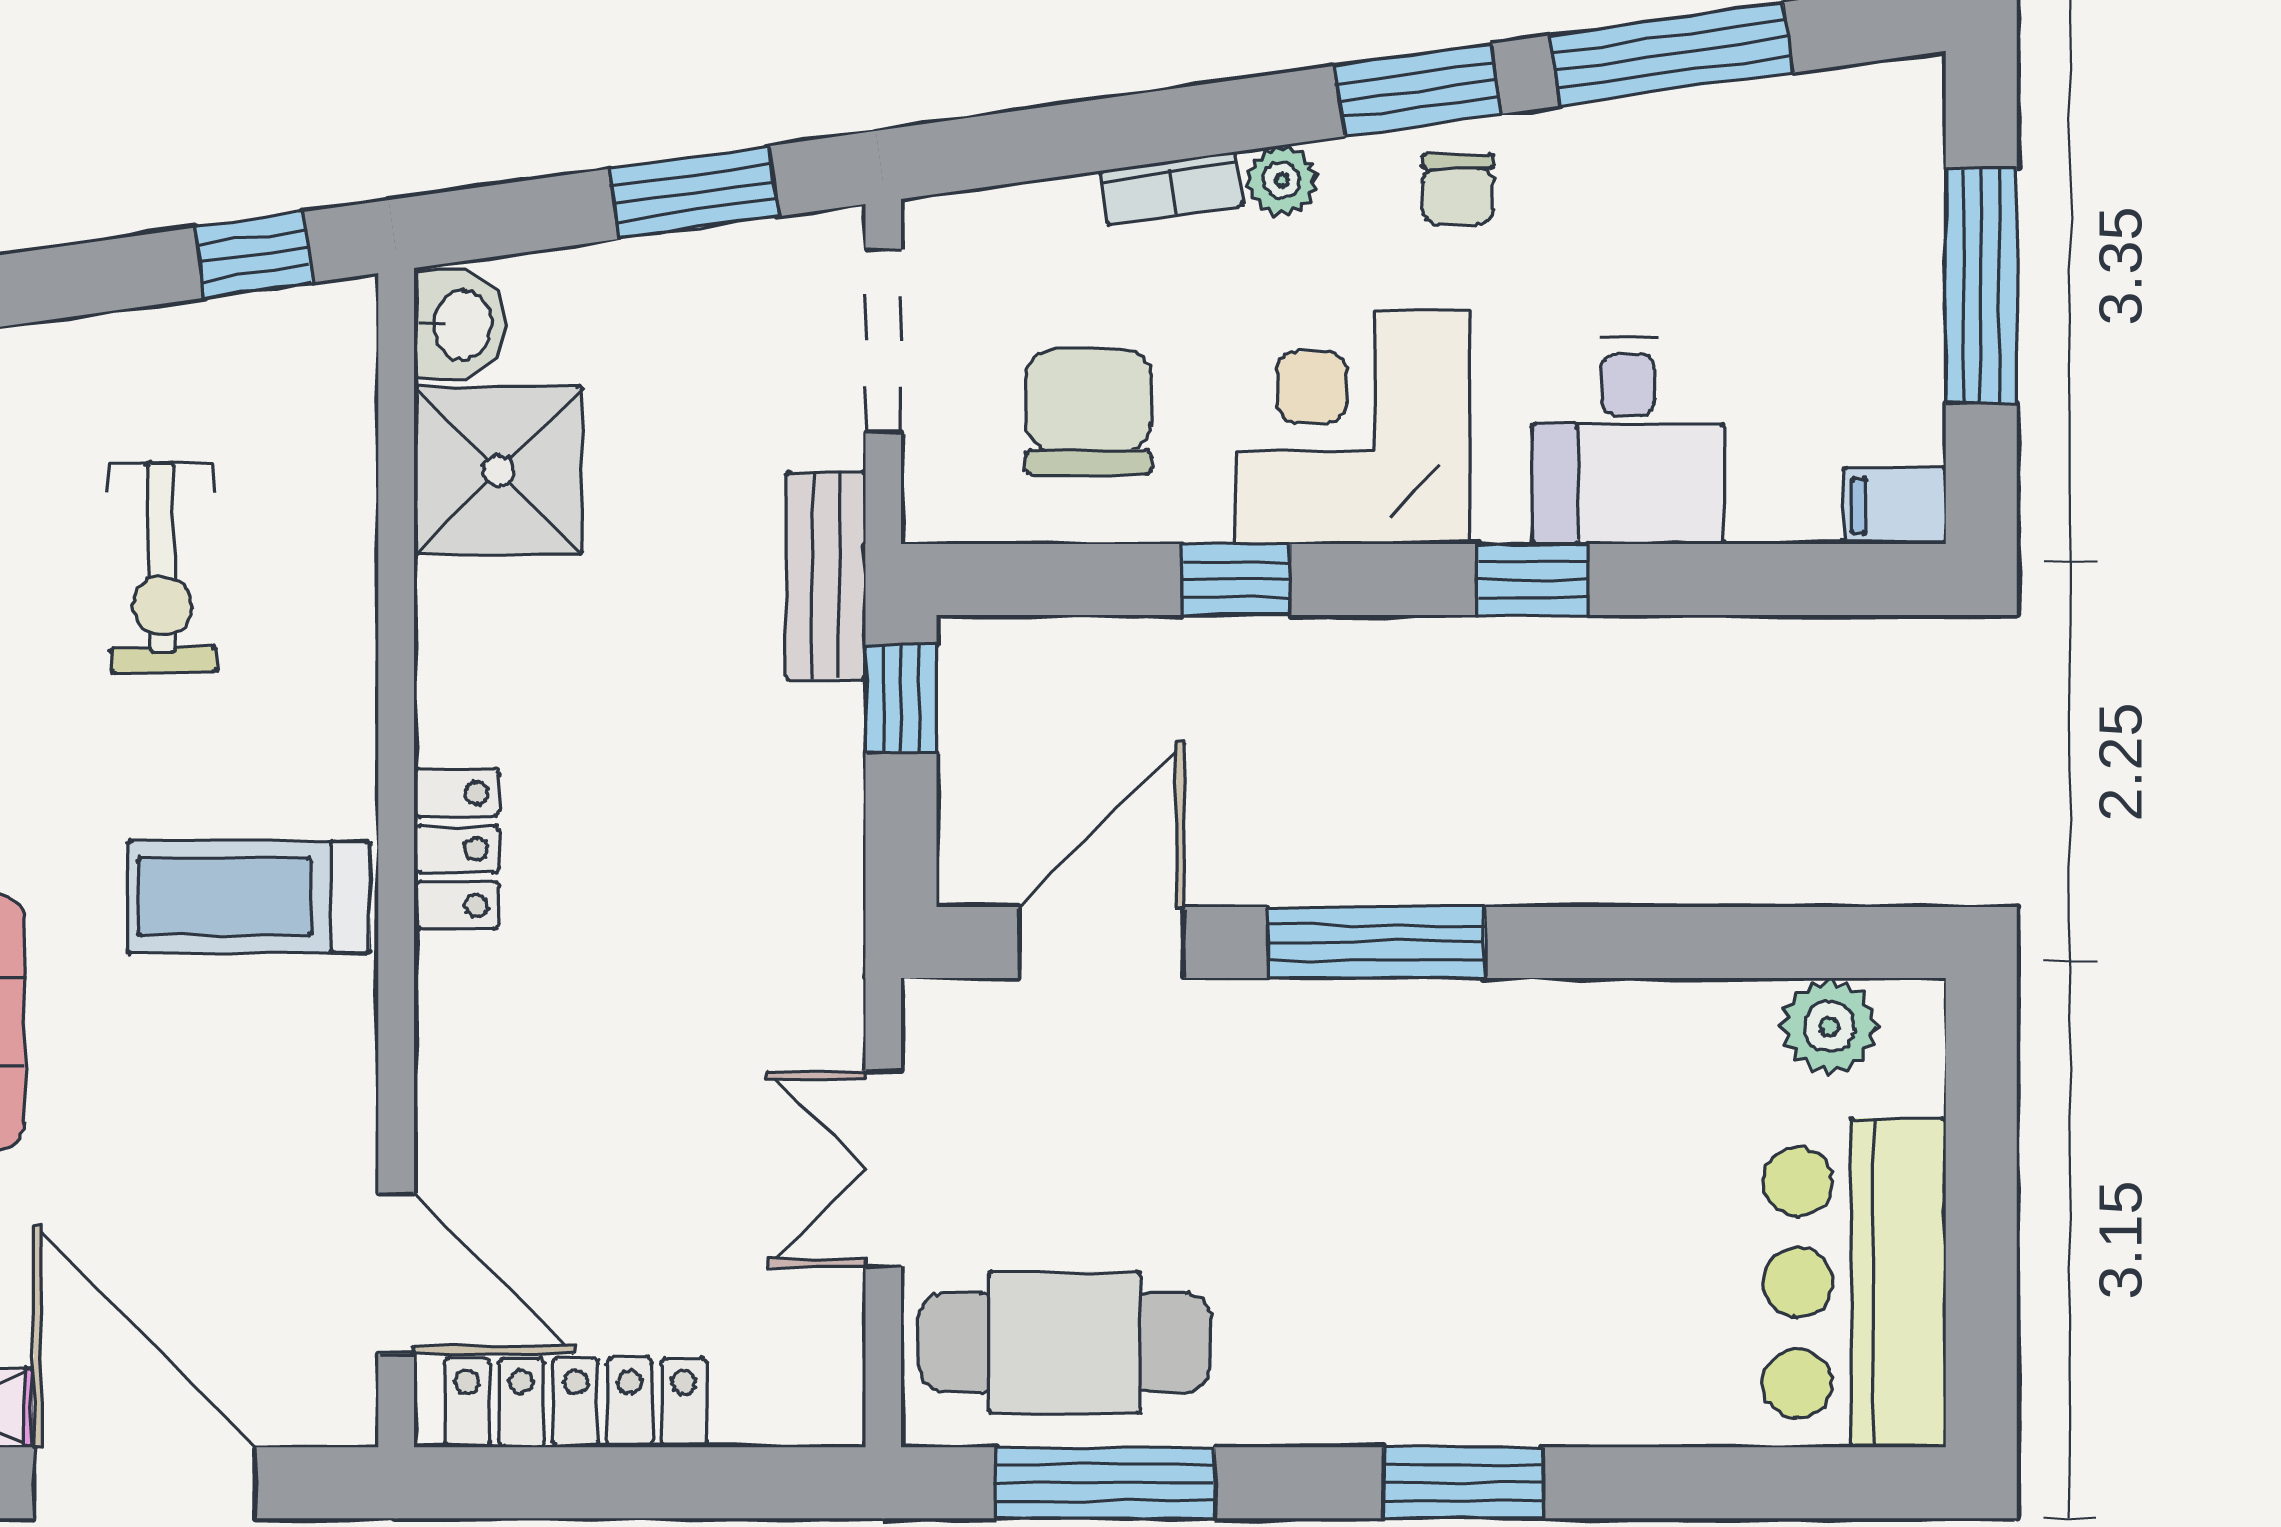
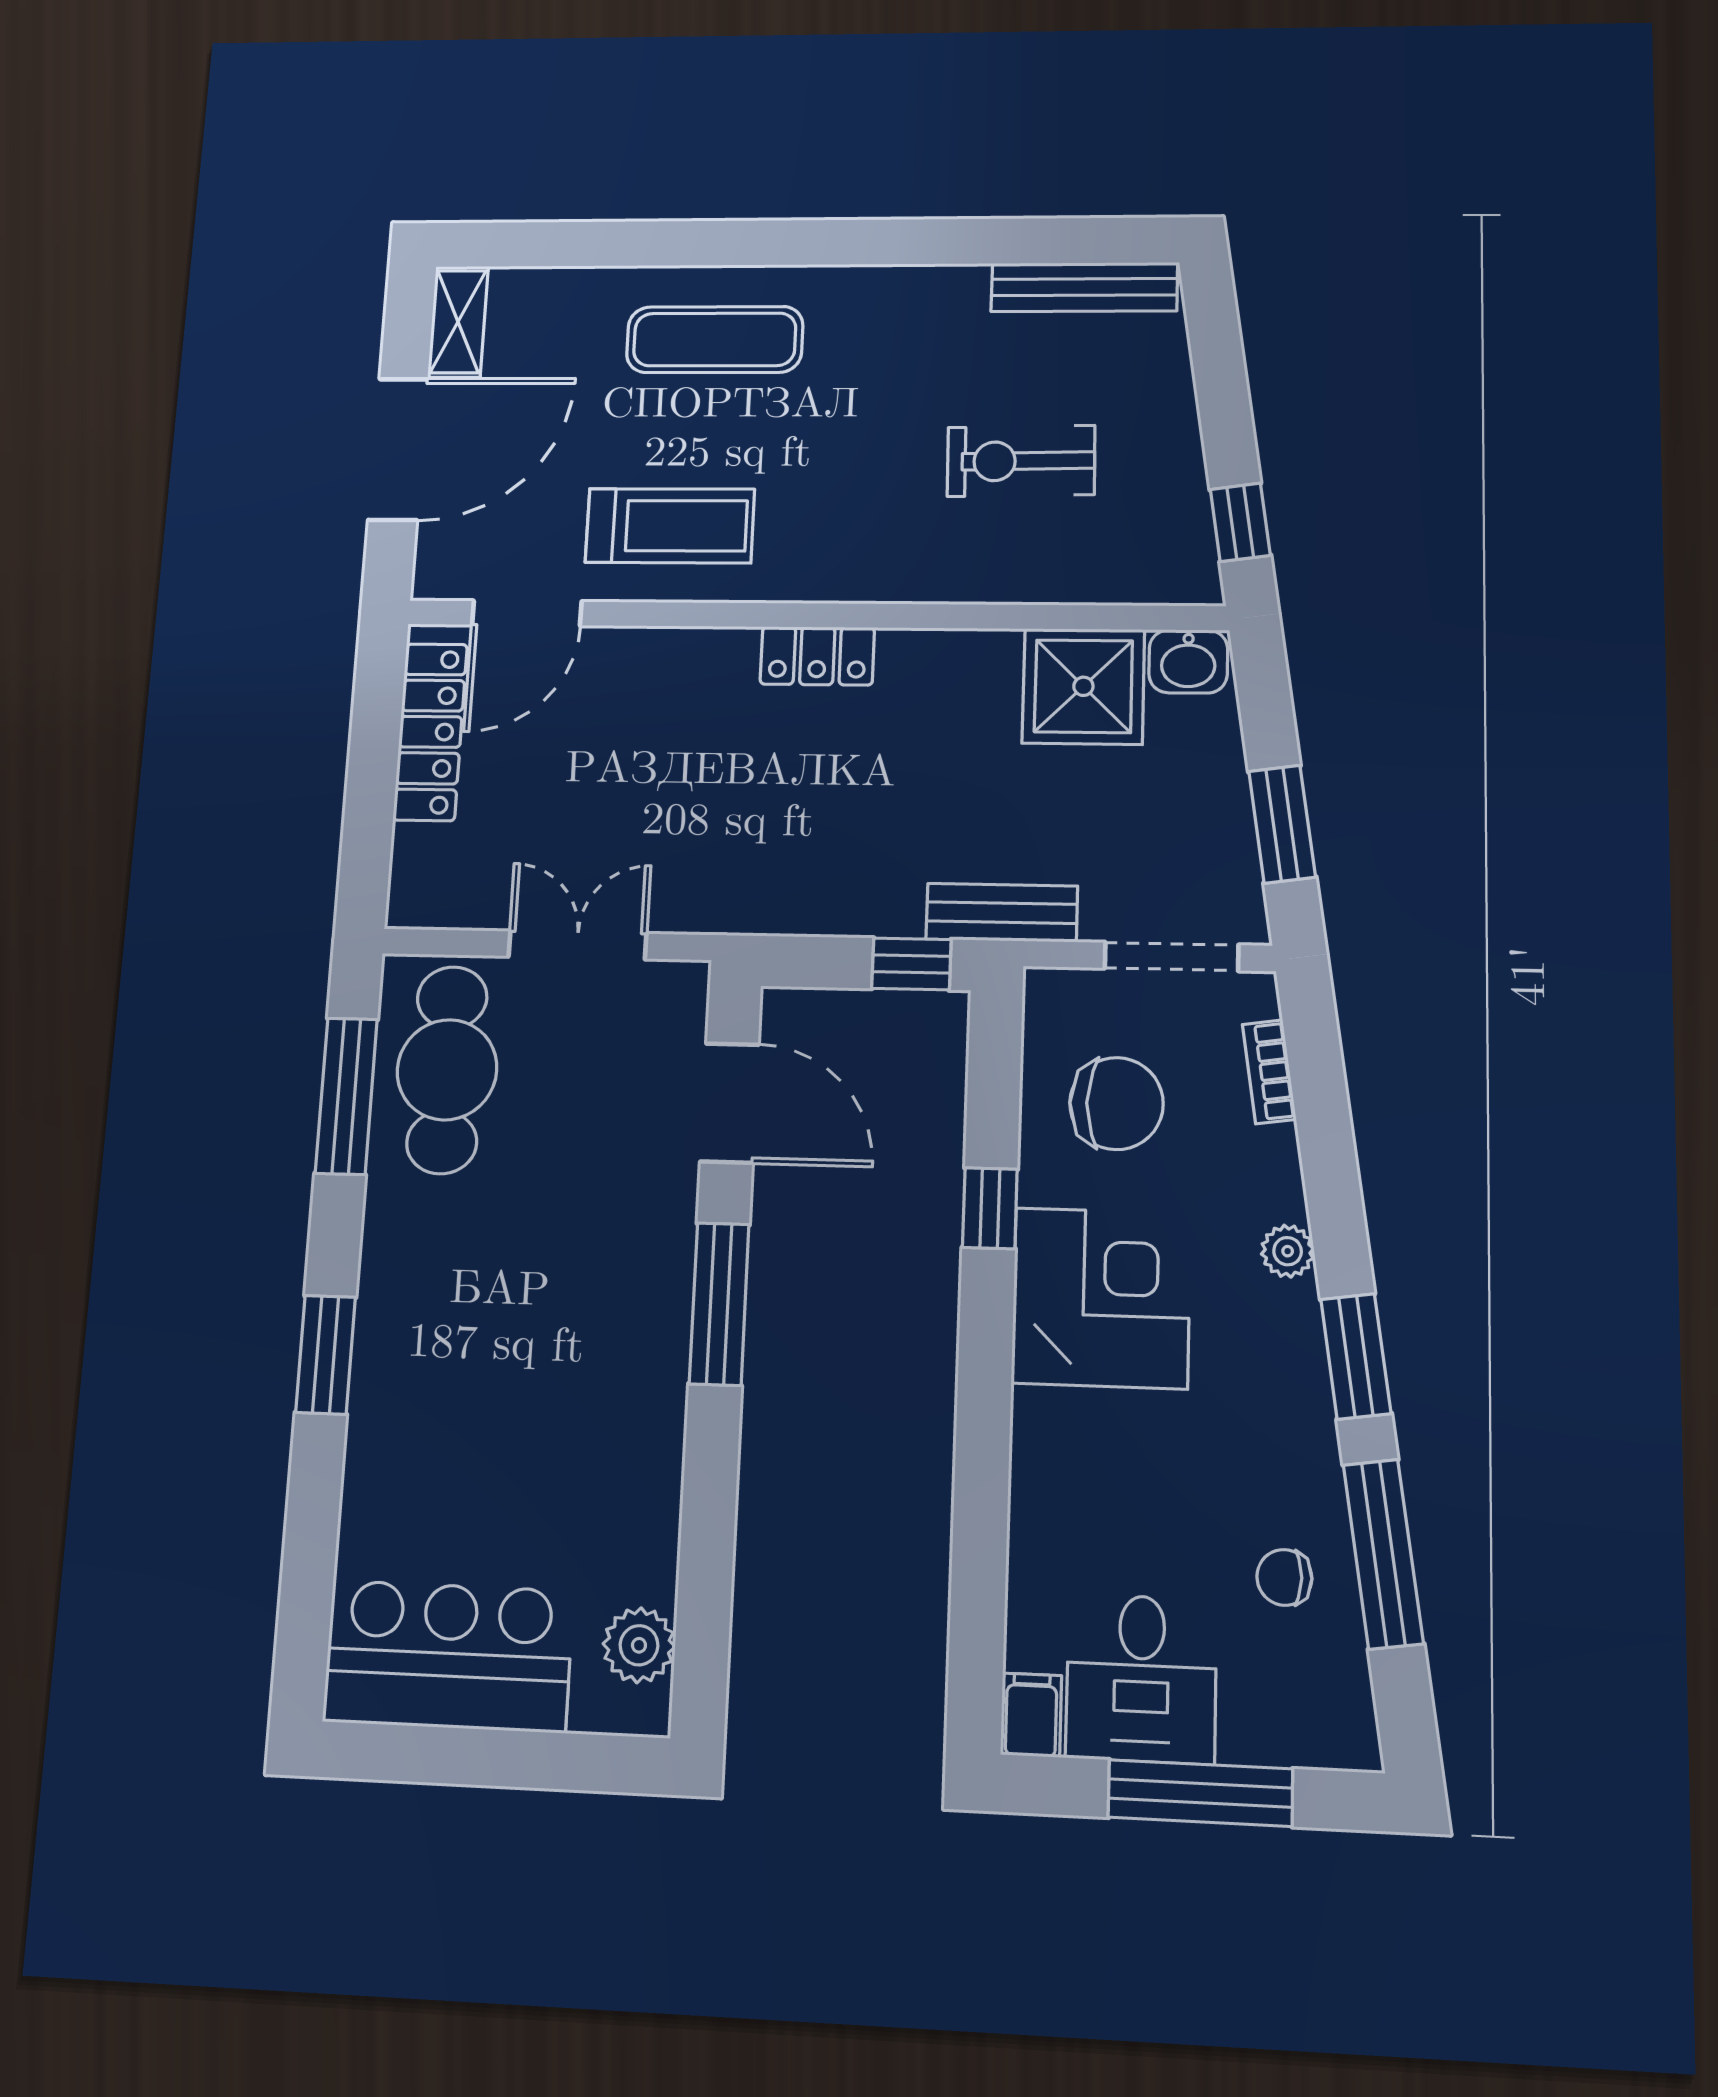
bookcase: (1171, 188) -> (1269, 1072), moved
chair: (1458, 189) -> (1284, 1577), moved
desk: (1628, 440) -> (1141, 1679), moved, turned -90
window: (1533, 579) -> (983, 1431), removed
treadmill: (249, 897) -> (670, 526), moved, turned 90

